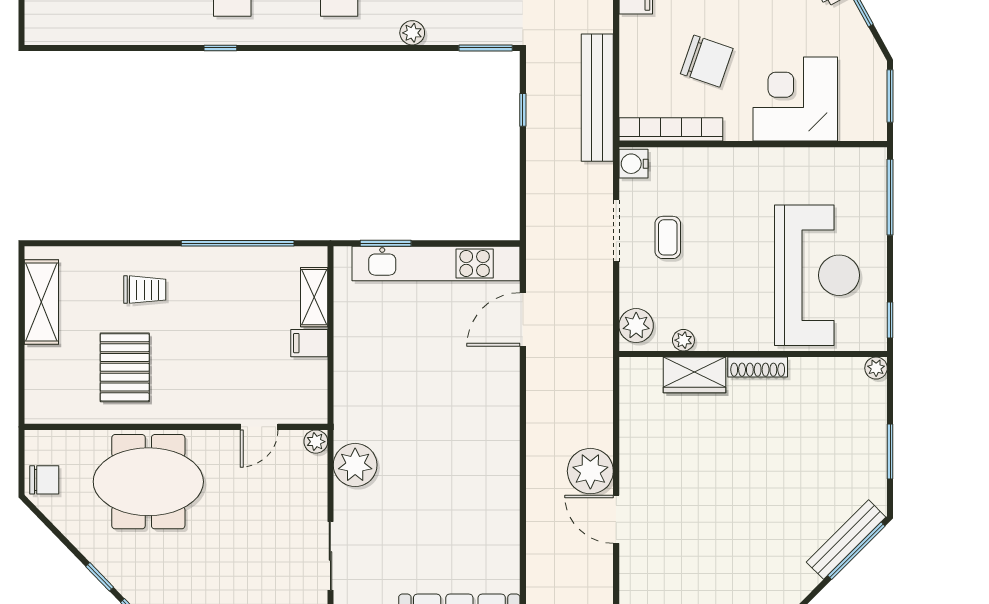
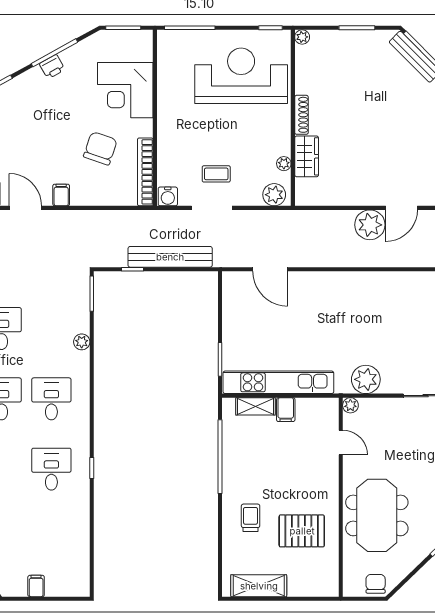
bench: (597, 98) -> (170, 257), moved
kitchen unit: (436, 263) -> (278, 382), moved, turned -90

